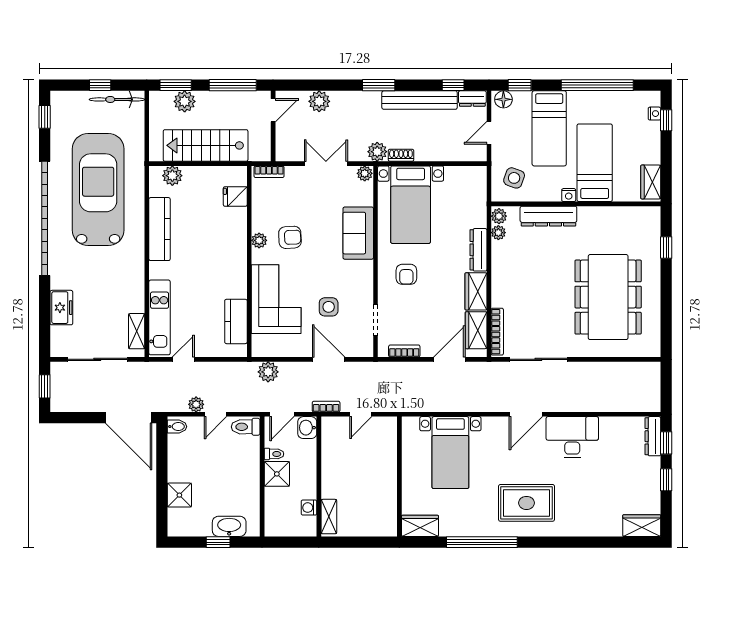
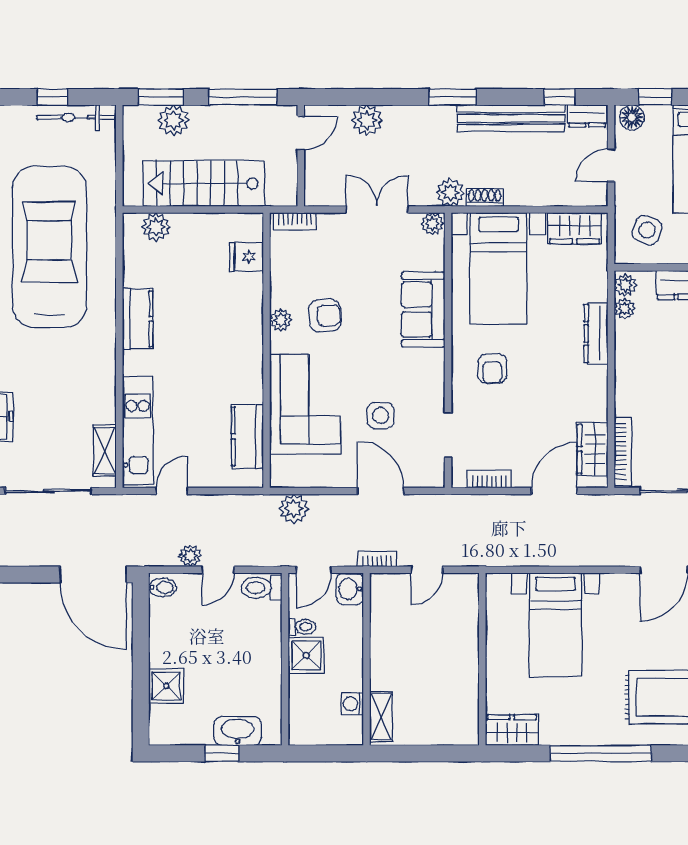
kitchen counter: (160, 229) -> (138, 319), width x0.67
wardrobe: (476, 291) -> (575, 228), moved, turned -90

